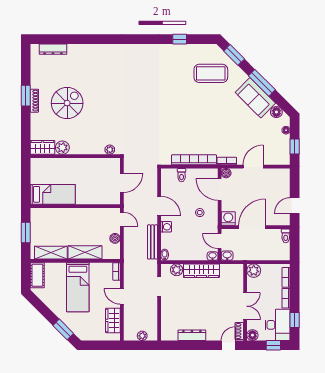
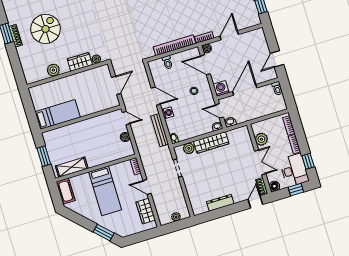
wardrobe: (43, 147) -> (80, 62), moved
shelving: (85, 252) -> (102, 158), removed
plant: (254, 271) -> (261, 139), moved

